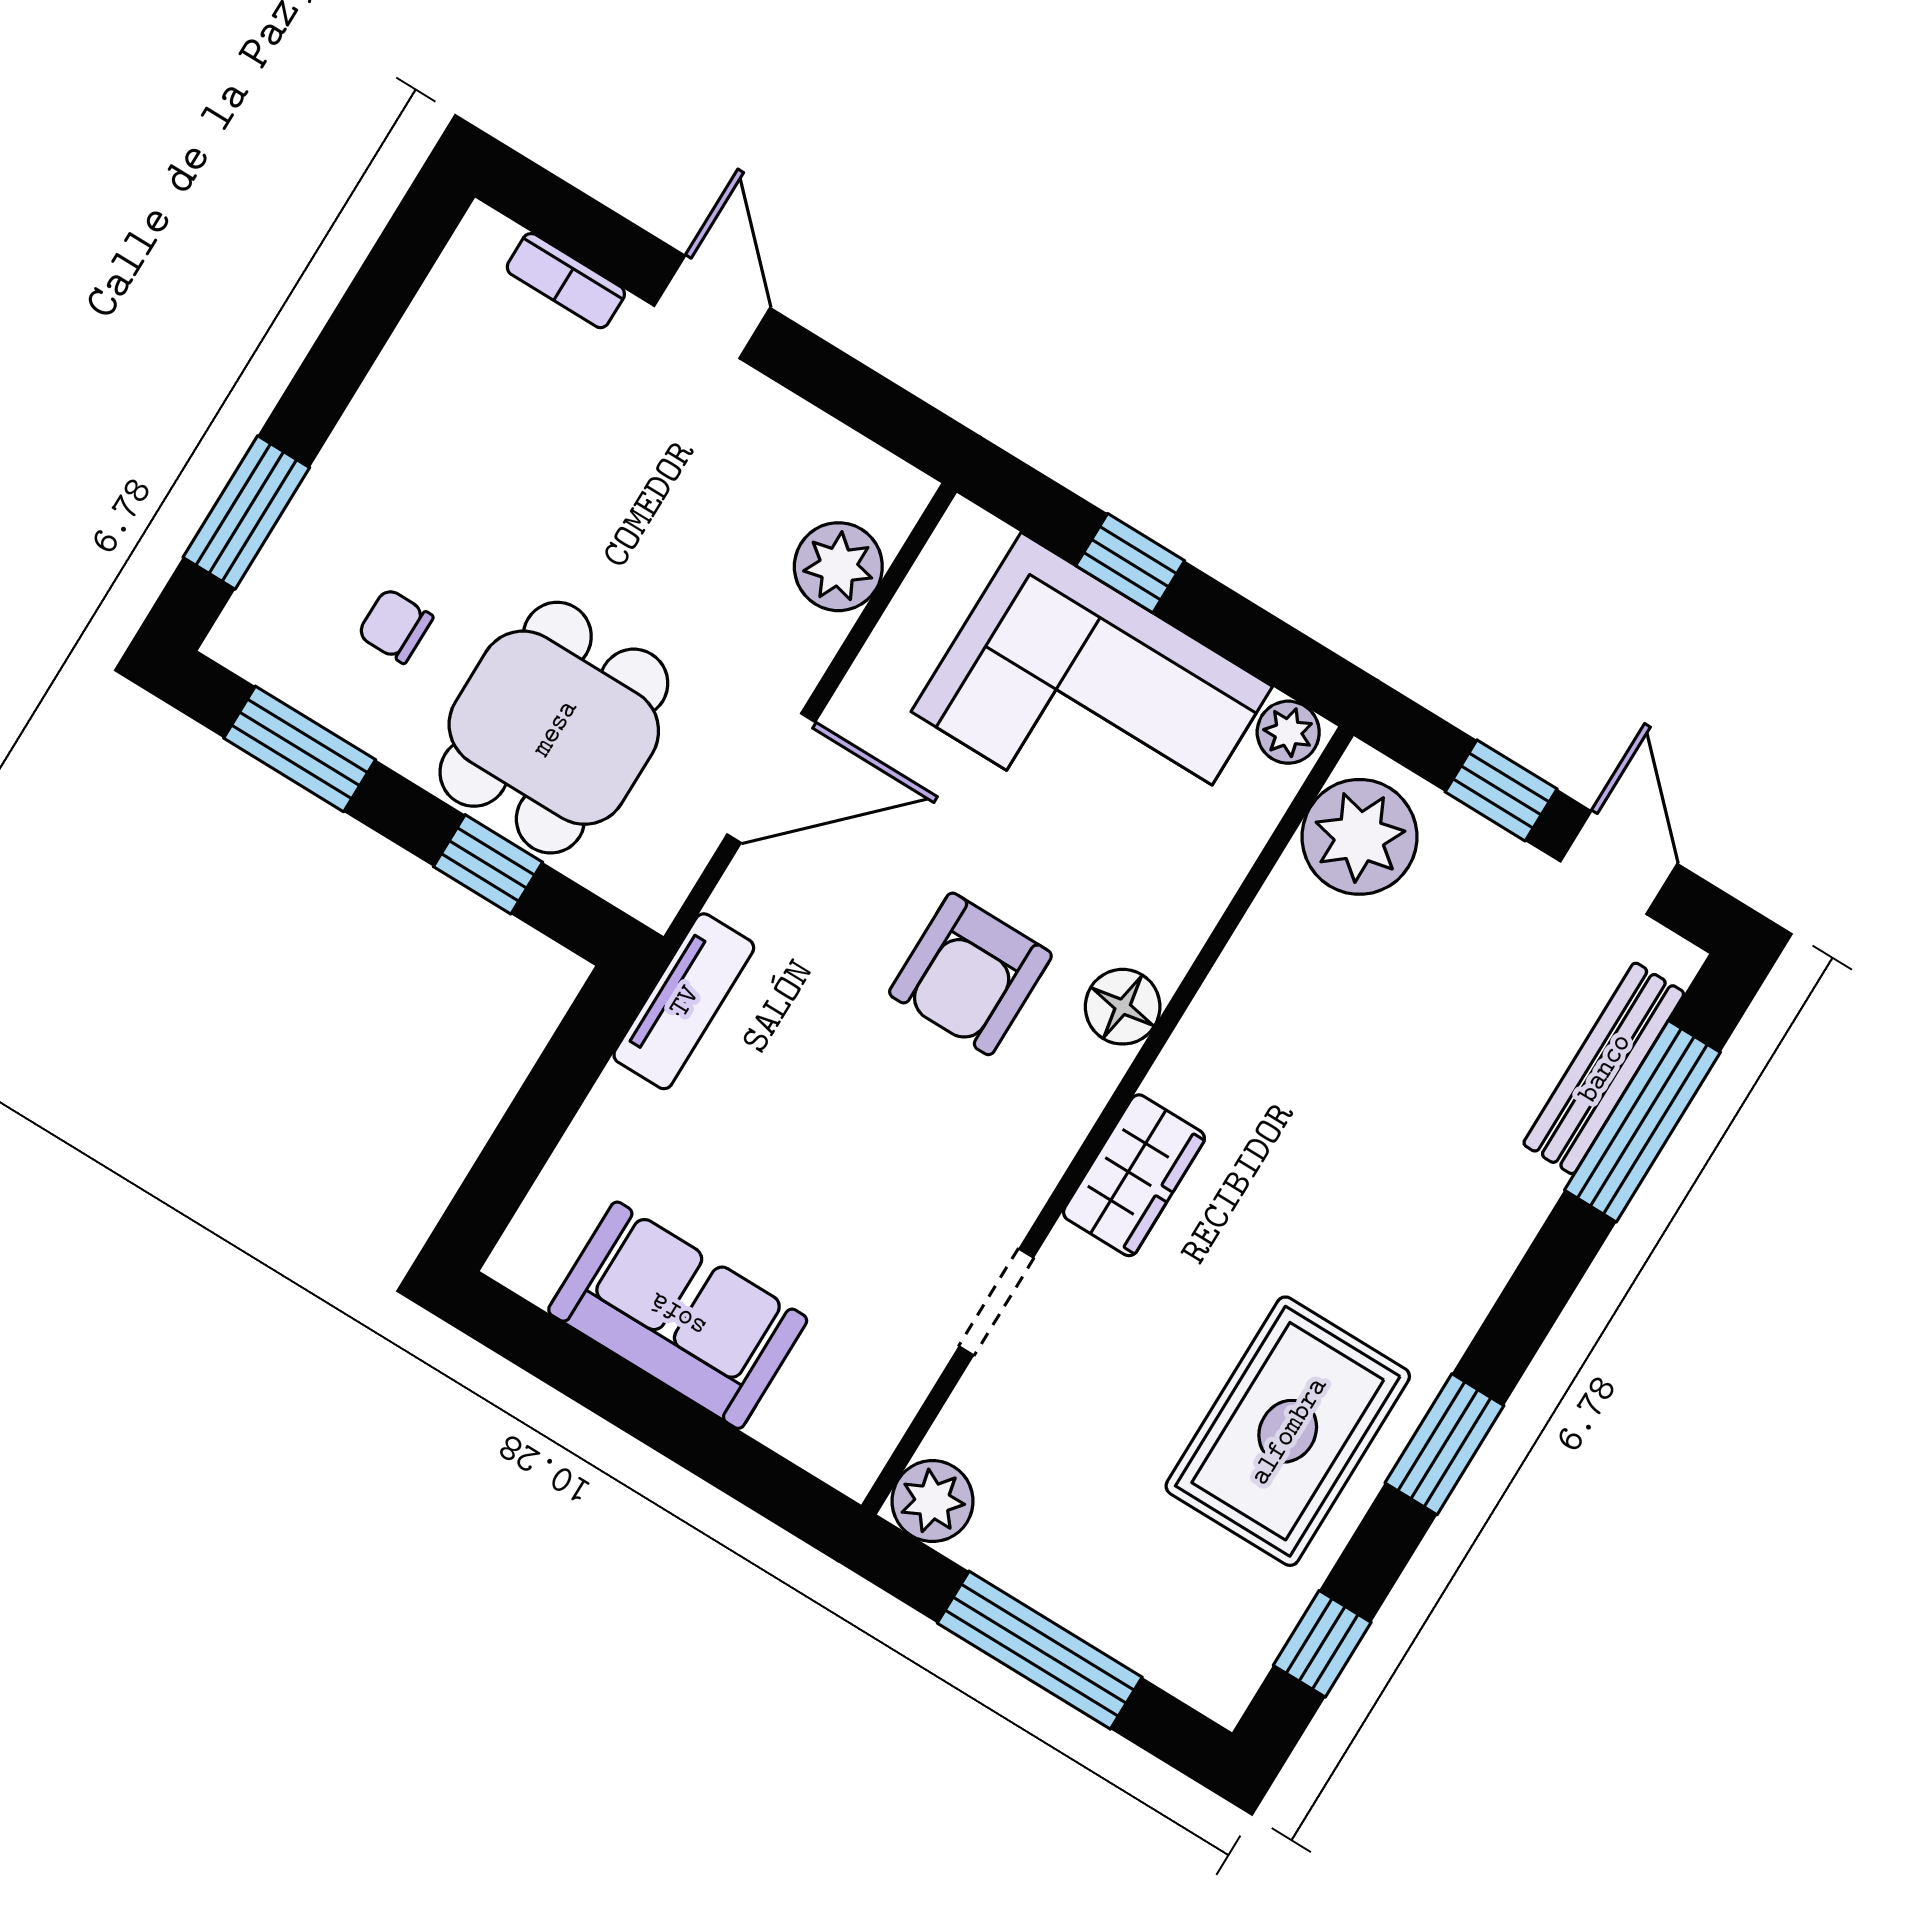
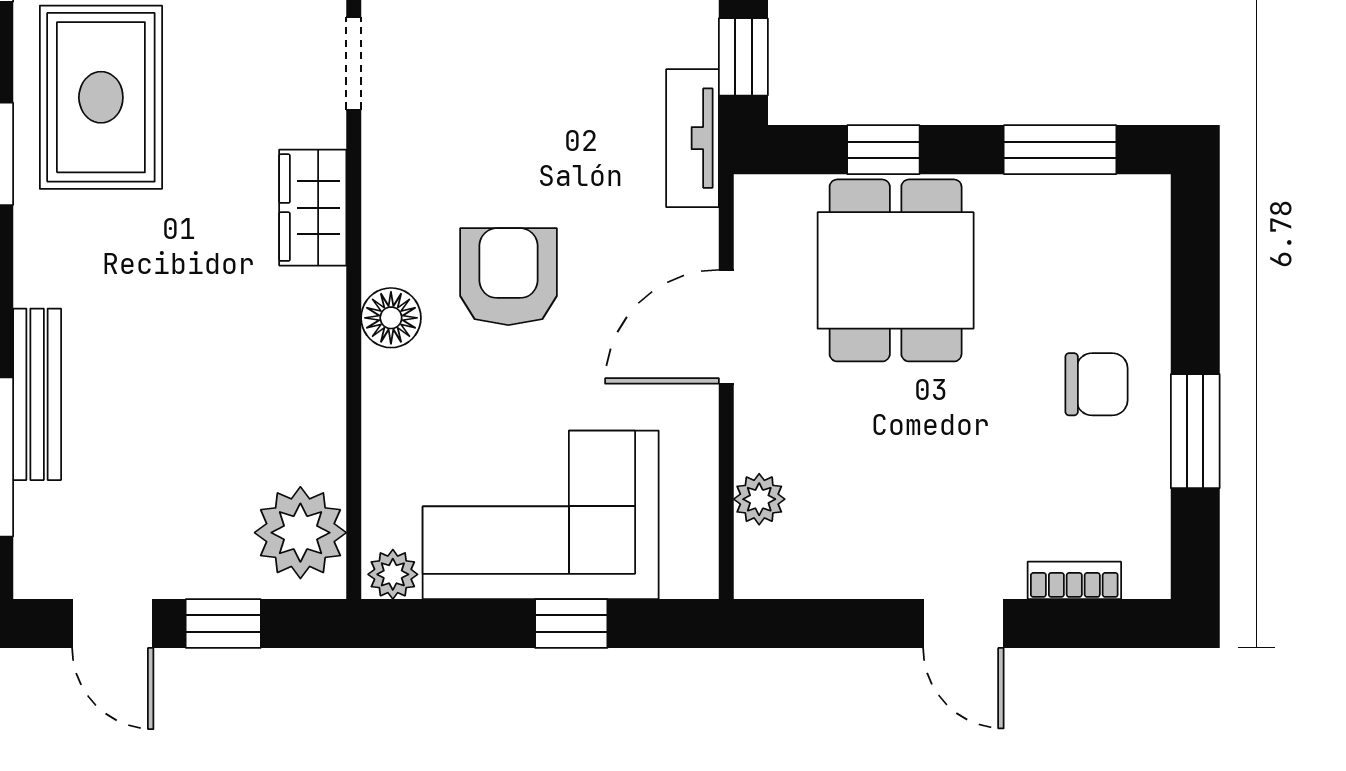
window: (246, 513) -> (1195, 431), moved
plant: (838, 567) -> (759, 499), width x0.73, depth x0.73
chair: (395, 626) -> (1096, 384), moved, width x1.37, depth x1.37
window: (577, 1055) -> (743, 57), added
bench: (1604, 1068) -> (37, 394), moved

